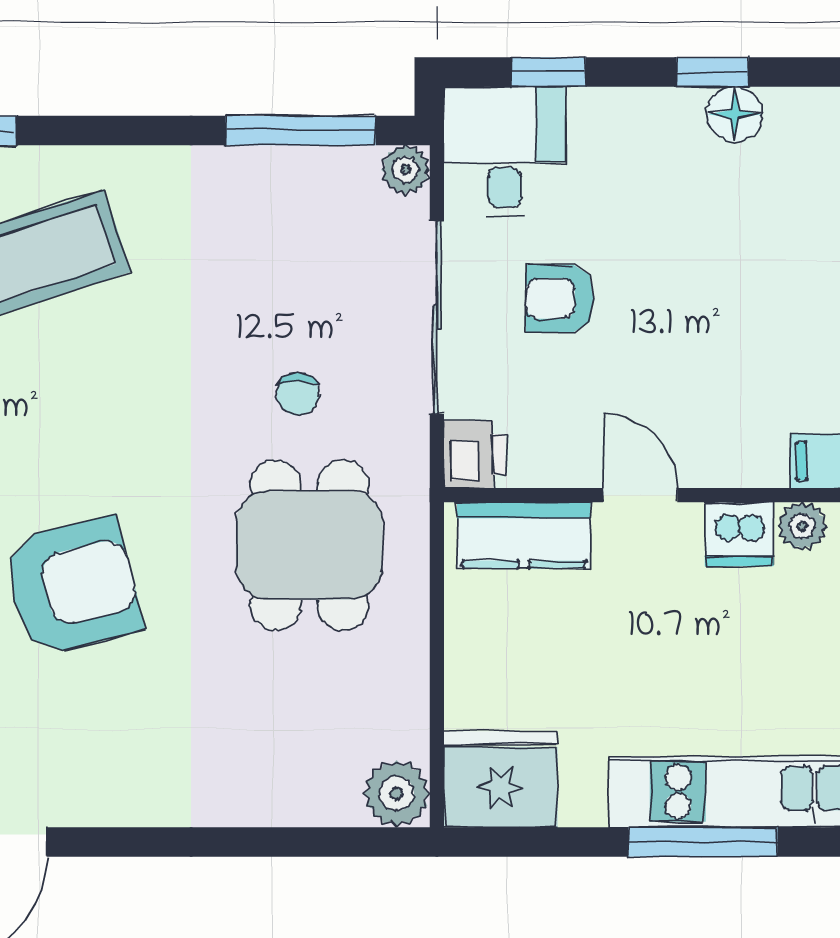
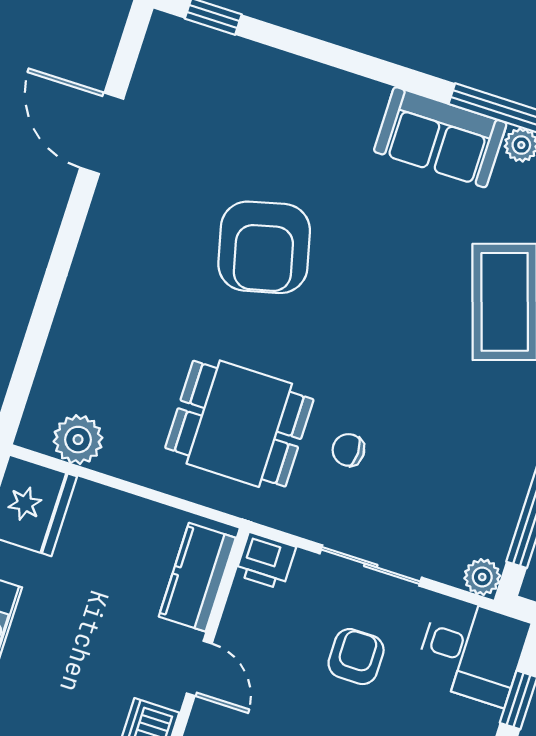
sliding door: (437, 317) -> (371, 565), width x0.73
door: (640, 495) -> (199, 668), hinge flipped
plant: (397, 793) -> (78, 440), moved

